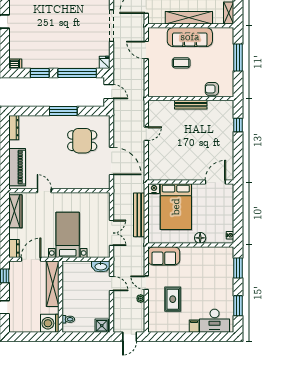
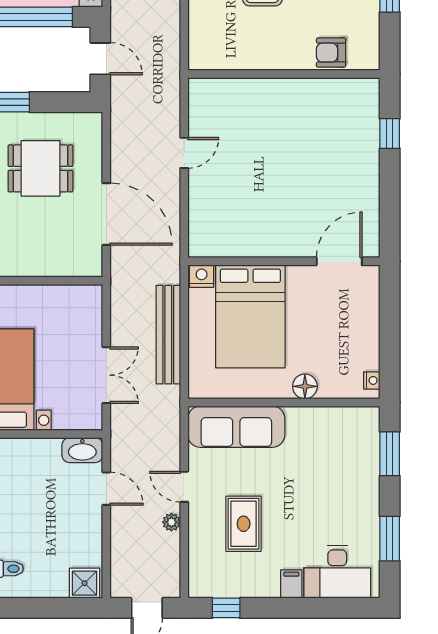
bench: (191, 105) -> (284, 88), removed
sofa: (164, 256) -> (236, 427), width x1.36
window: (165, 337) -> (226, 608), added

